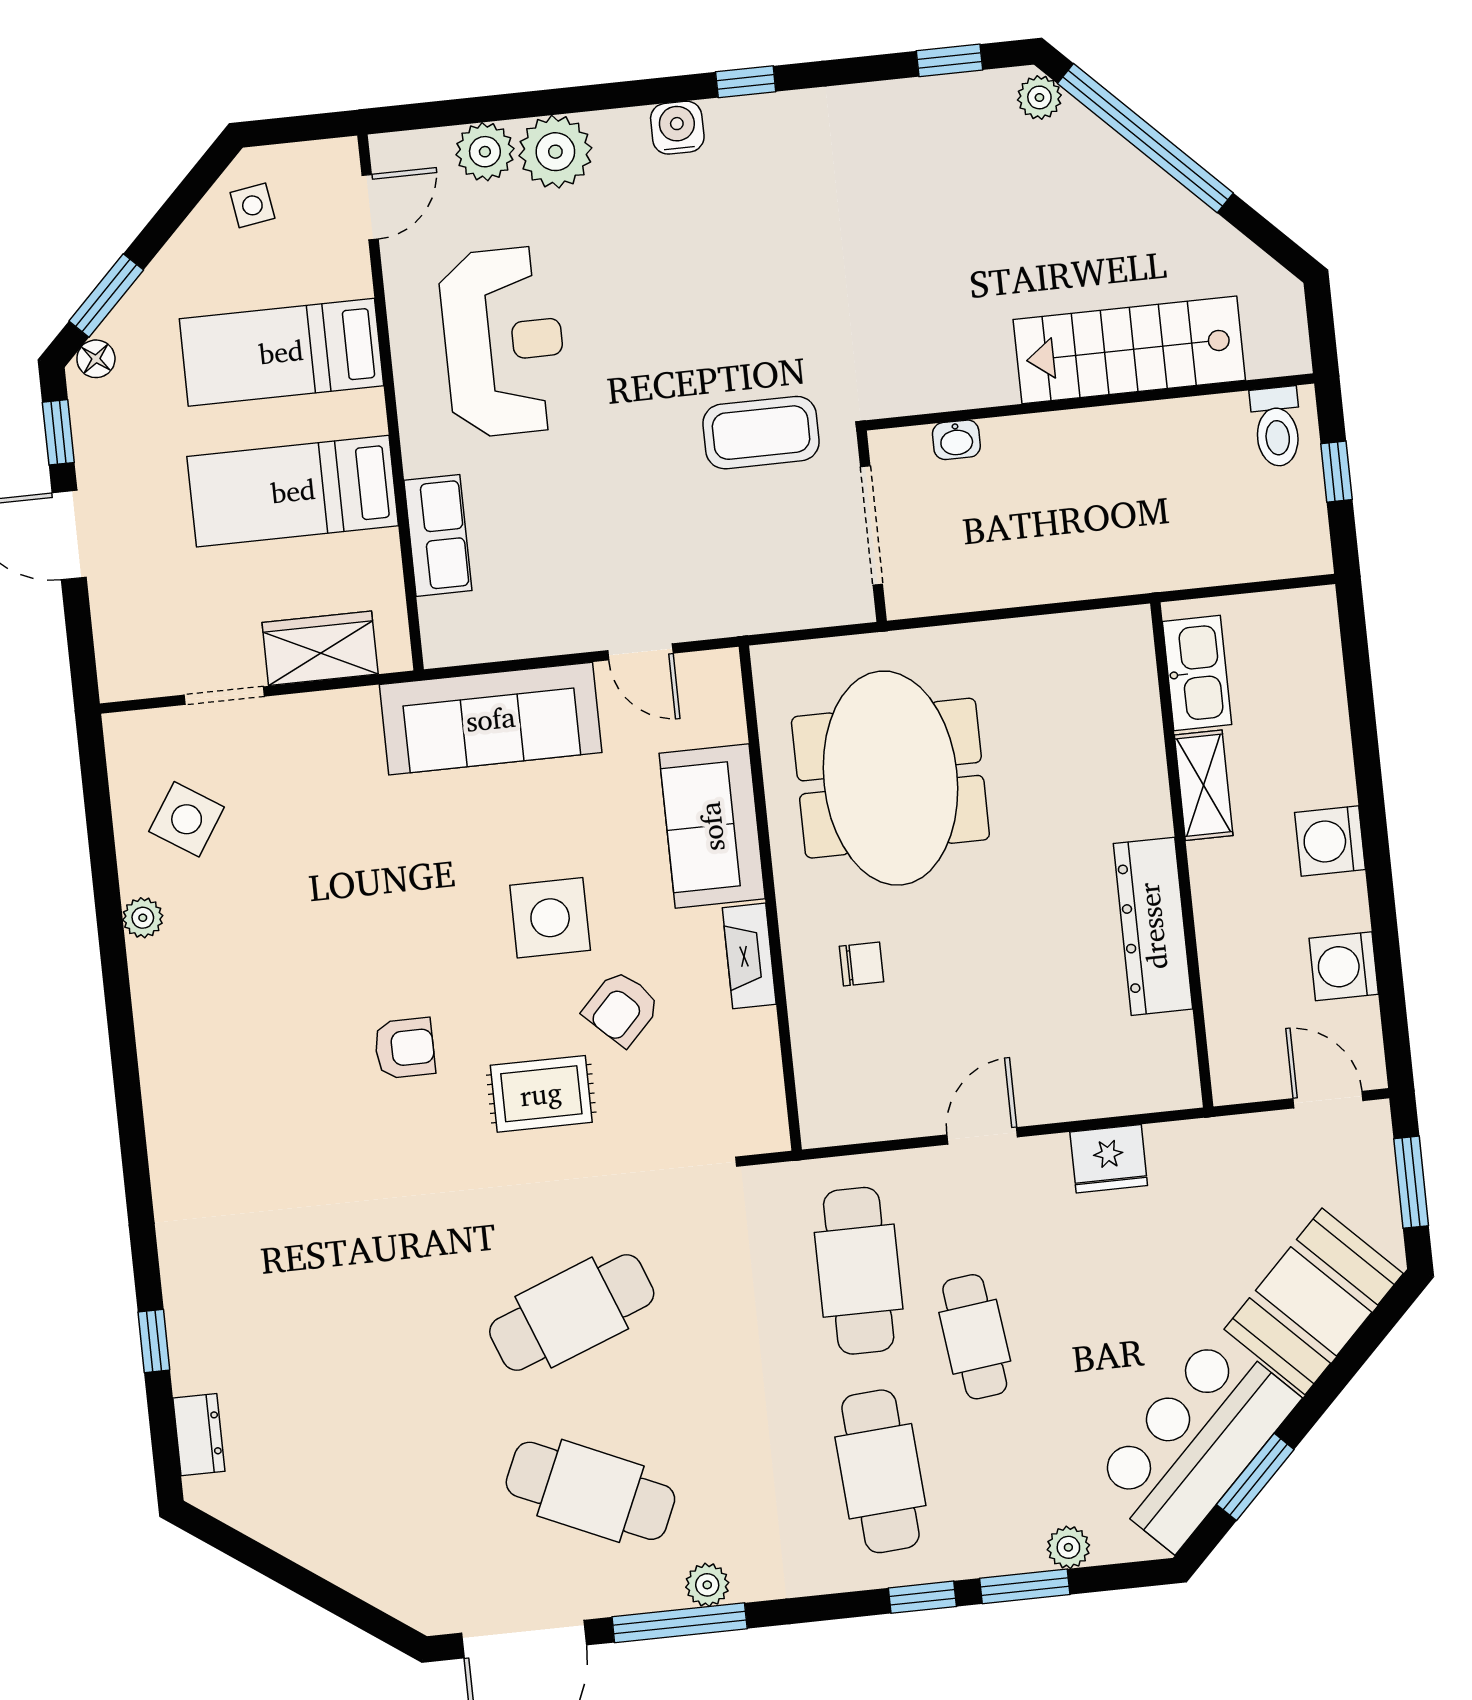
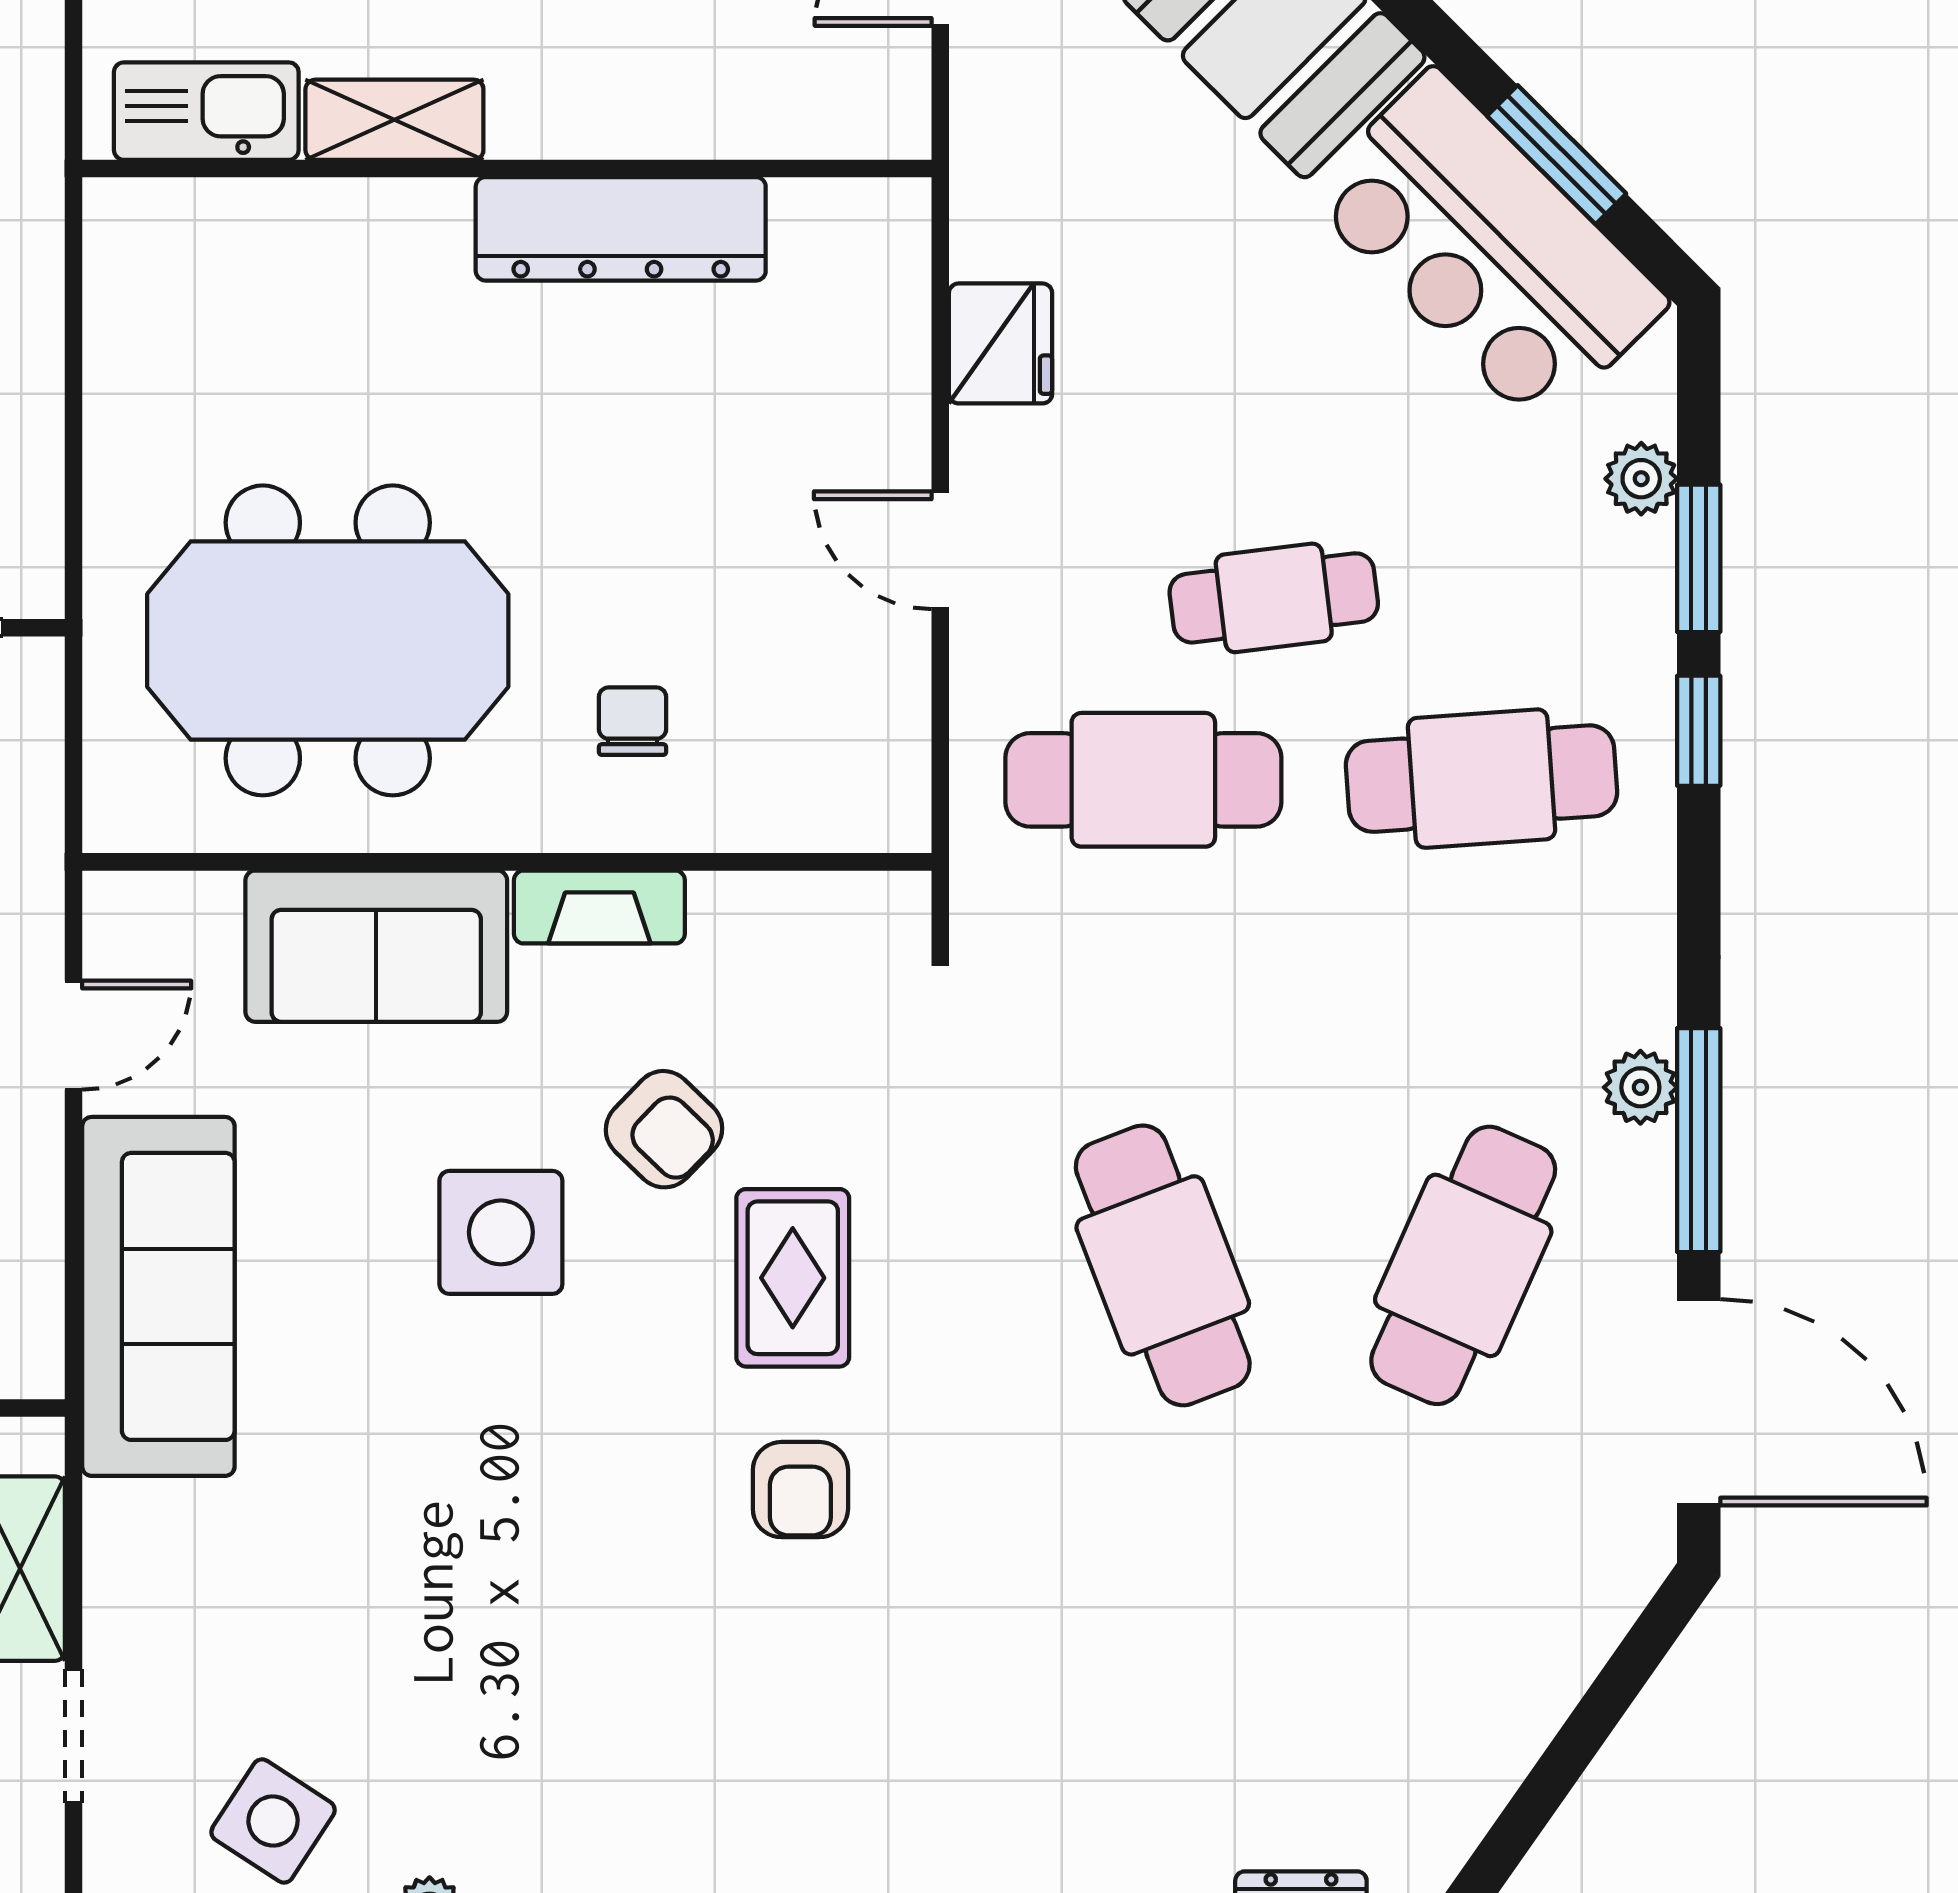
armchair: (405, 1048) -> (800, 1490), moved, turned 180

